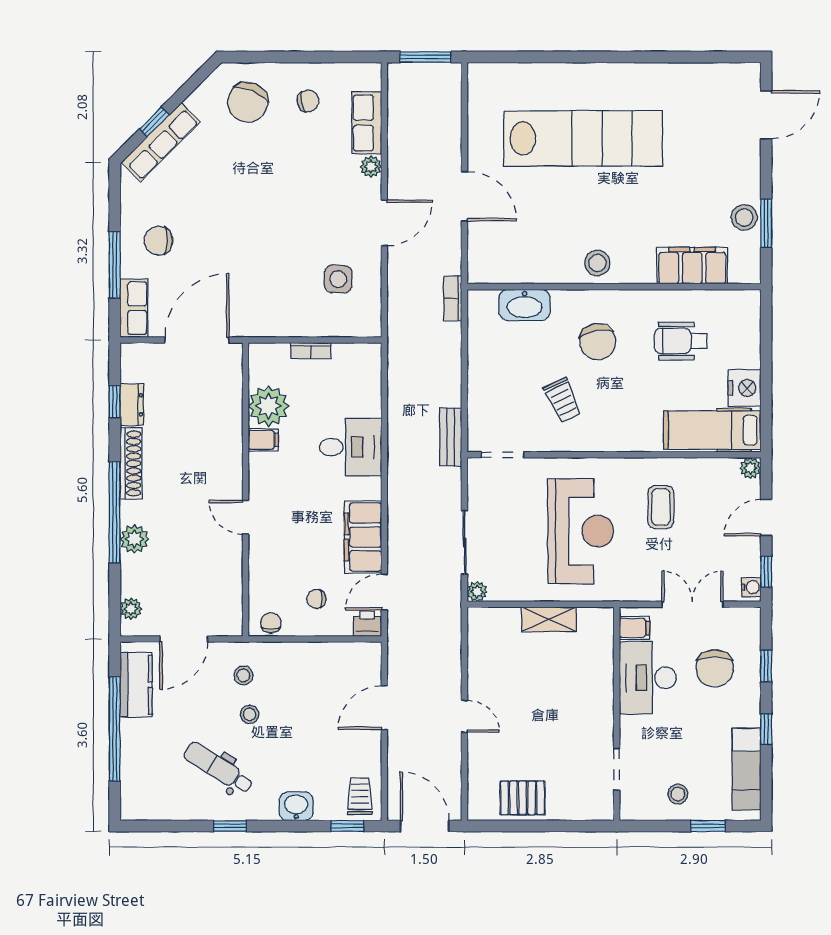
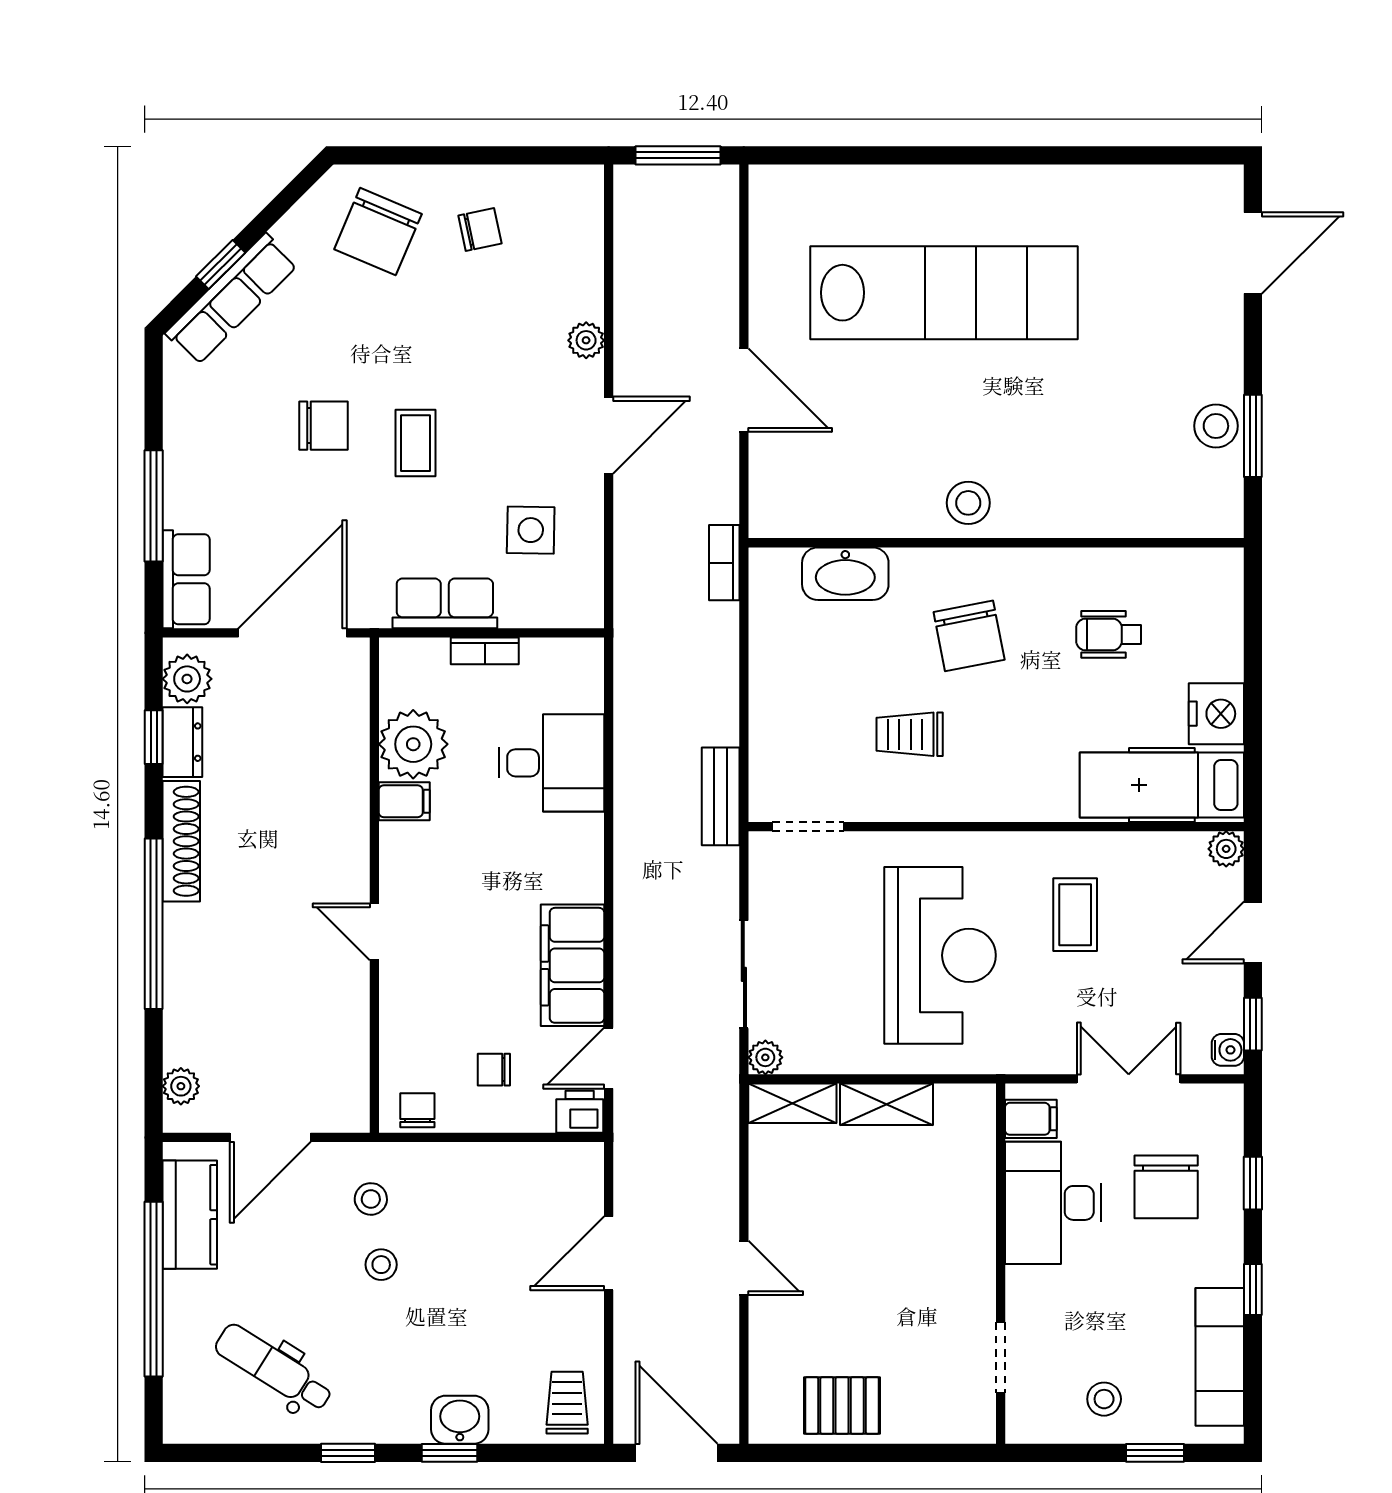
row of seats: (367, 123) -> (445, 603), moved, turned 90
coffee table: (270, 228) -> (416, 443), added
chair: (158, 241) -> (324, 426), moved, turned 180
filing cabinet: (692, 266) -> (1128, 507), removed
wheelchair: (681, 341) -> (1109, 634), width x0.73, depth x0.73
trolley: (563, 400) -> (910, 734), turned 115
desk: (350, 447) -> (551, 763), moved
plant: (135, 539) -> (187, 679), moved
shelving: (493, 619) -> (792, 1103), added
dental chair: (218, 768) -> (274, 1368), moved
window: (347, 826) -> (450, 1453), moved

